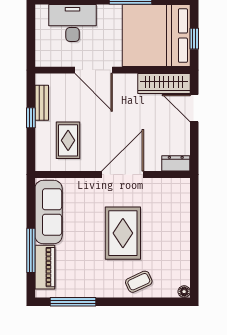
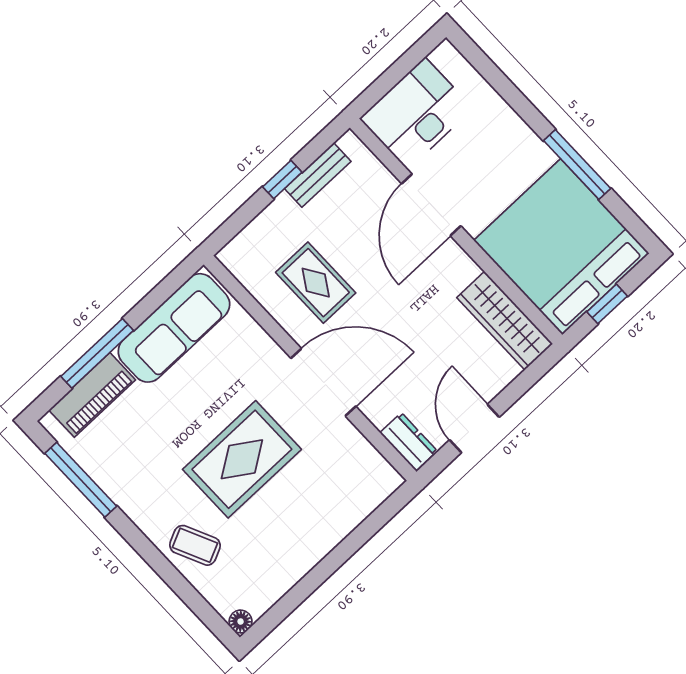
desk: (73, 23) -> (416, 113), moved, turned -90
door: (194, 108) -> (474, 428), moved
rug: (68, 140) -> (316, 283), moved, turned 90

